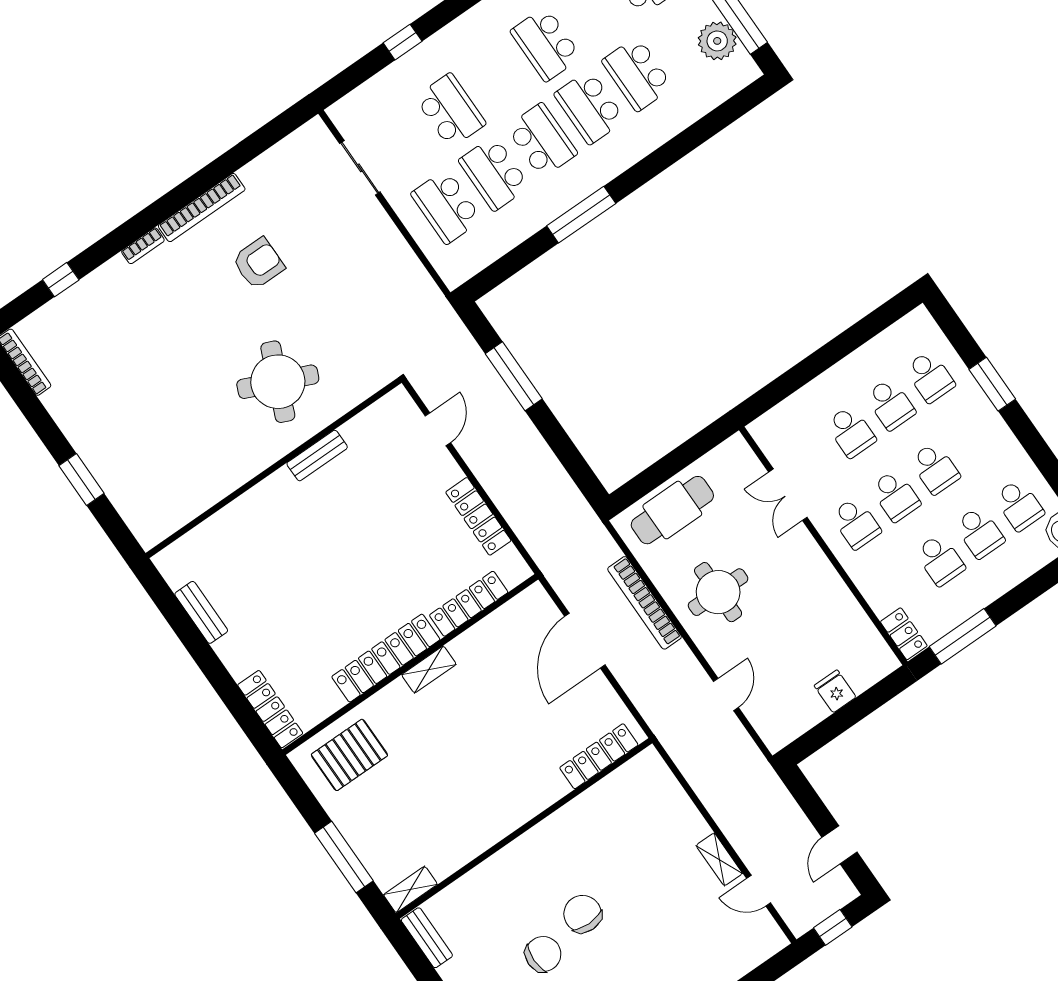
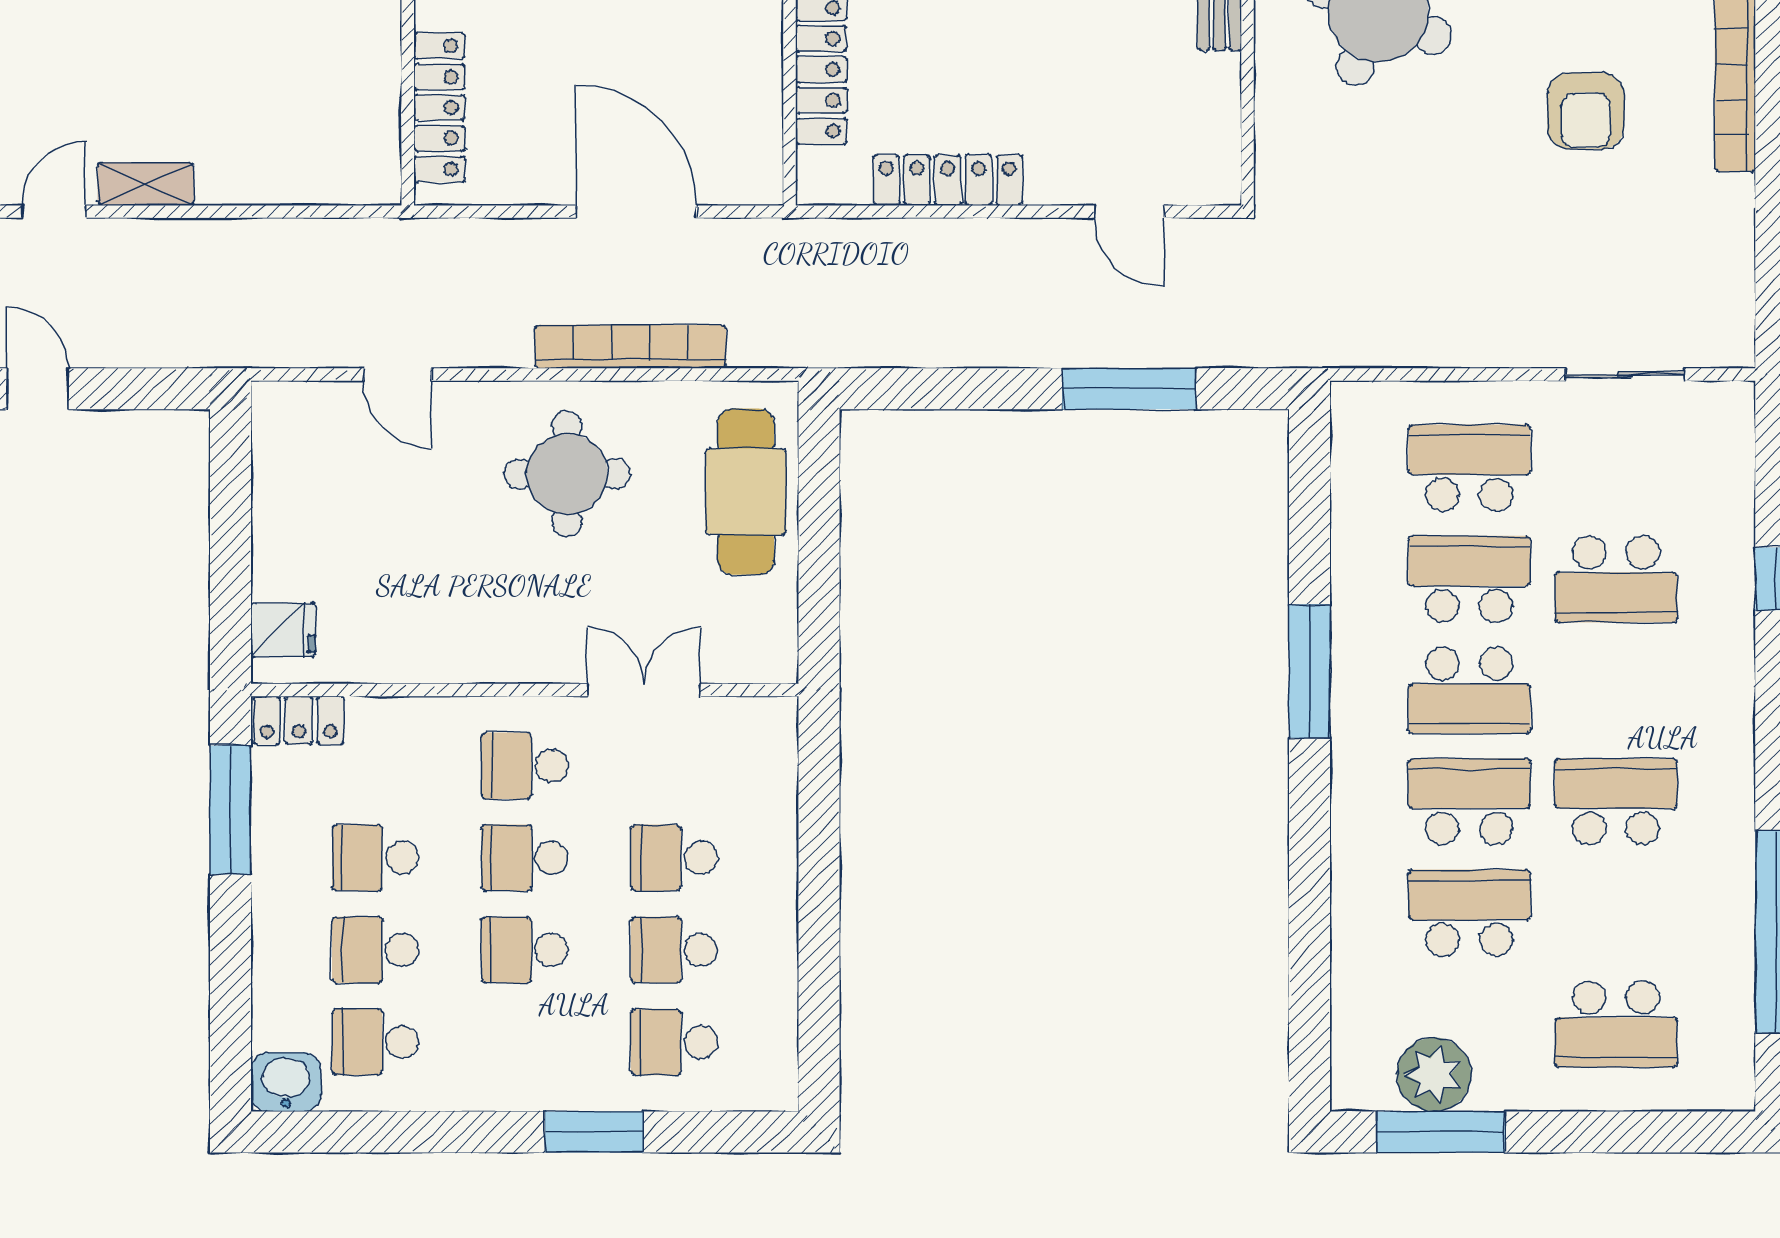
fridge: (835, 691) -> (283, 630), moved

